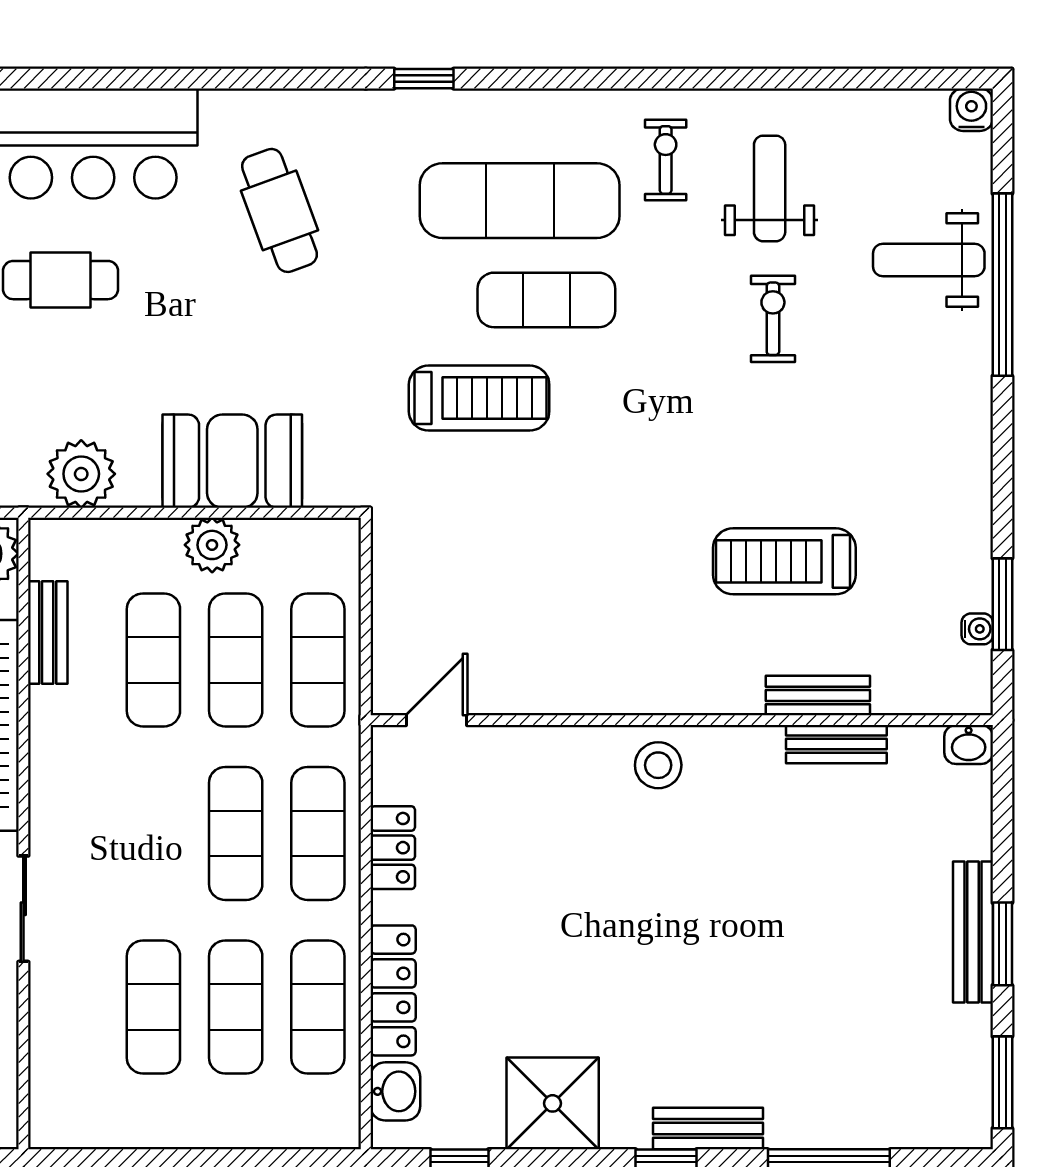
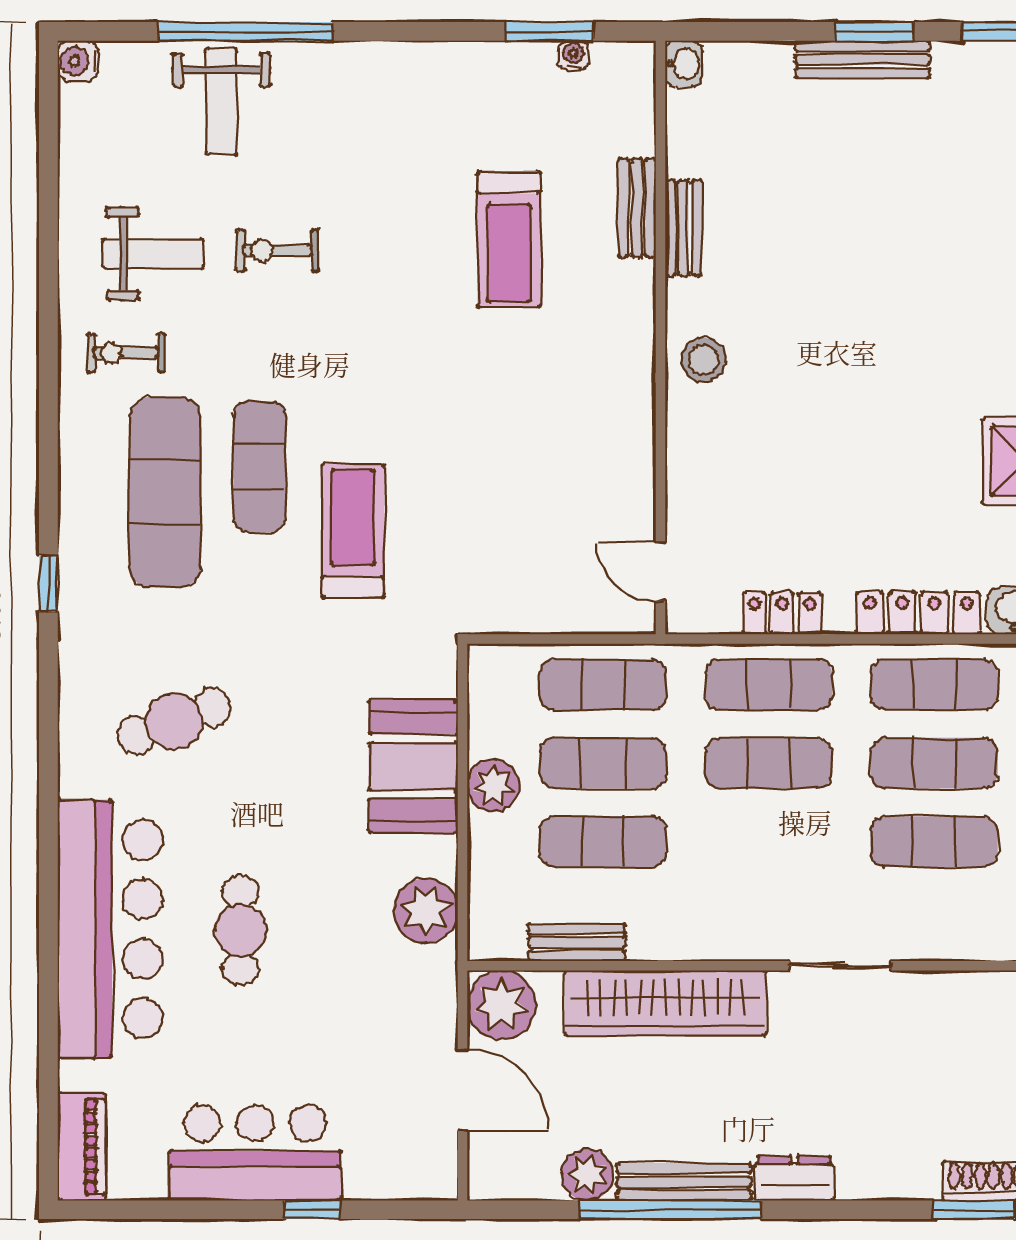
weight bench: (770, 188) -> (153, 254), turned 180
bench: (836, 744) -> (683, 228), moved

